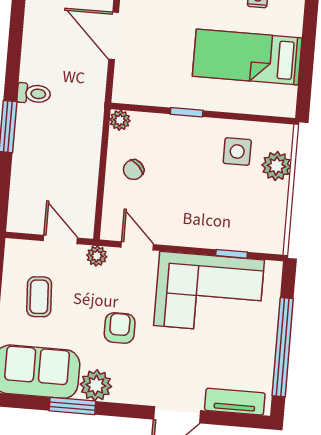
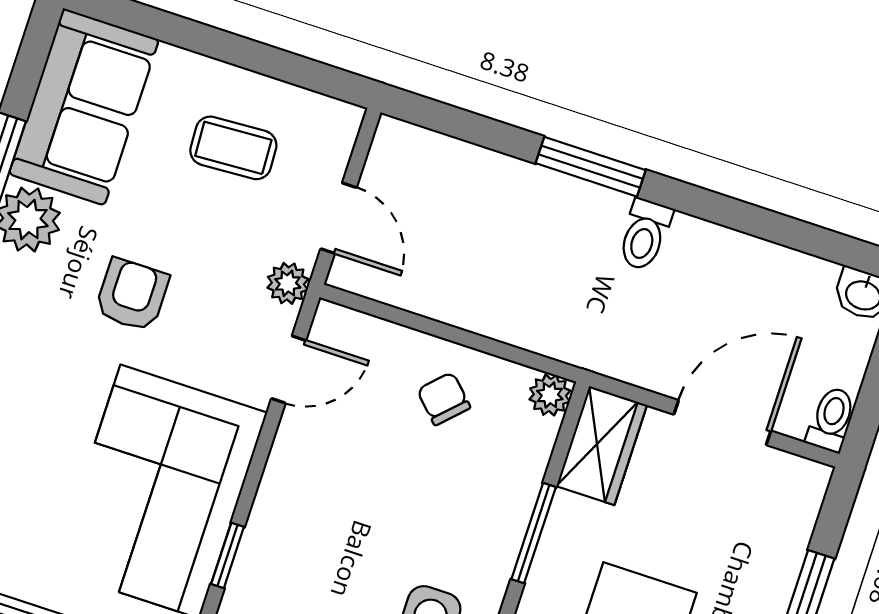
wardrobe: (138, 90) -> (602, 445), added
window: (187, 112) -> (534, 533), width x1.50
door: (60, 239) -> (338, 218), hinge flipped
armchair: (120, 328) -> (132, 295), turned -90

